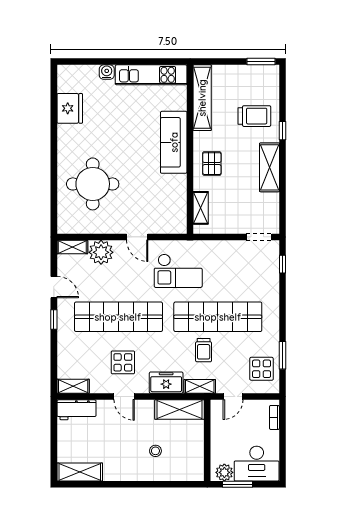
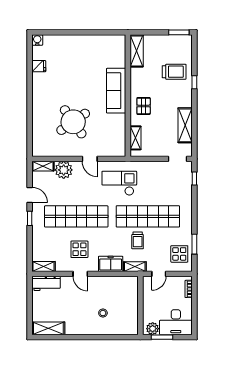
water cooler: (107, 72) -> (37, 40), moved
kitchen unit: (151, 75) -> (100, 42), removed
shelving: (202, 98) -> (137, 51), width x0.68
fridge: (70, 108) -> (39, 66), width x0.53, depth x0.75
shelving: (270, 167) -> (185, 125), moved
round table: (93, 184) -> (73, 122), moved, turned -35
checkout: (178, 271) -> (119, 183), turned 180
shelving: (180, 410) -> (120, 283), removed

